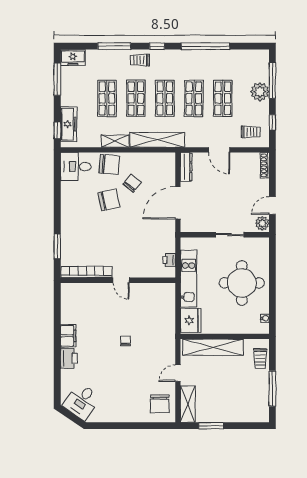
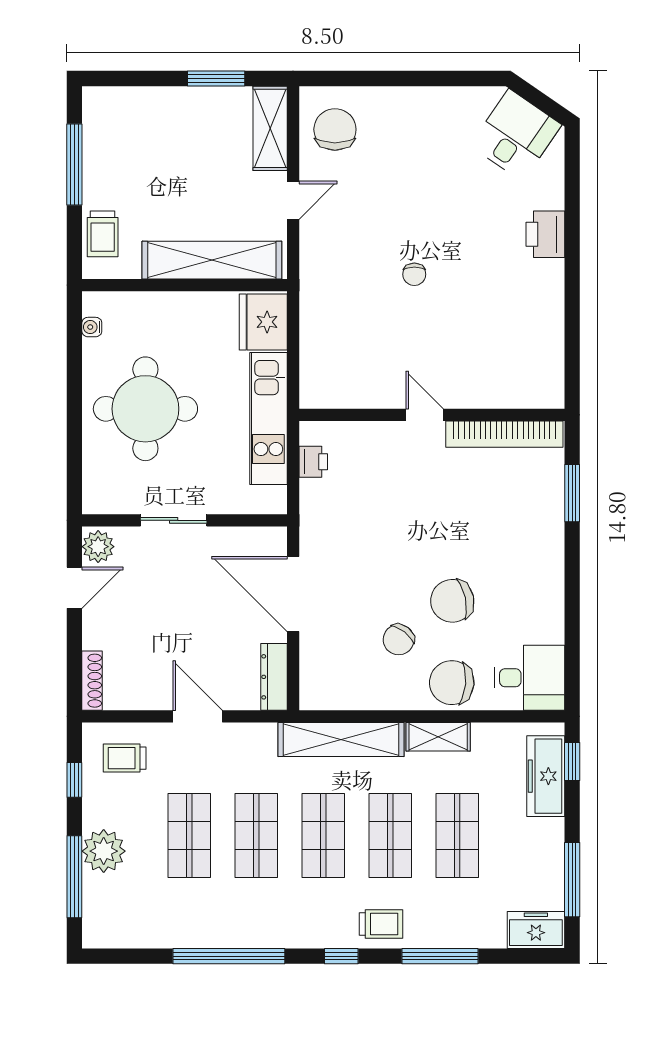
door: (178, 203) -> (293, 594), swing flipped
filing cabinet: (68, 336) -> (547, 286), removed
trolley: (260, 359) -> (103, 234), turned 180

